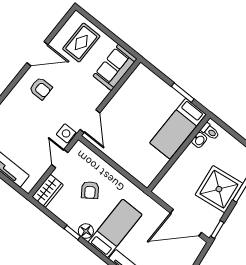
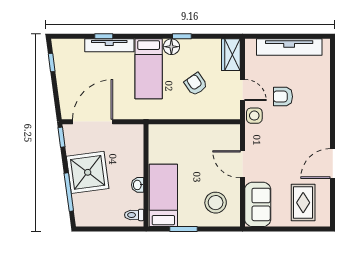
armchair: (41, 88) -> (283, 97), moved
stool: (144, 93) -> (216, 203), added
door: (90, 121) -> (242, 164), moved
washbasin: (199, 140) -> (138, 185), moved

